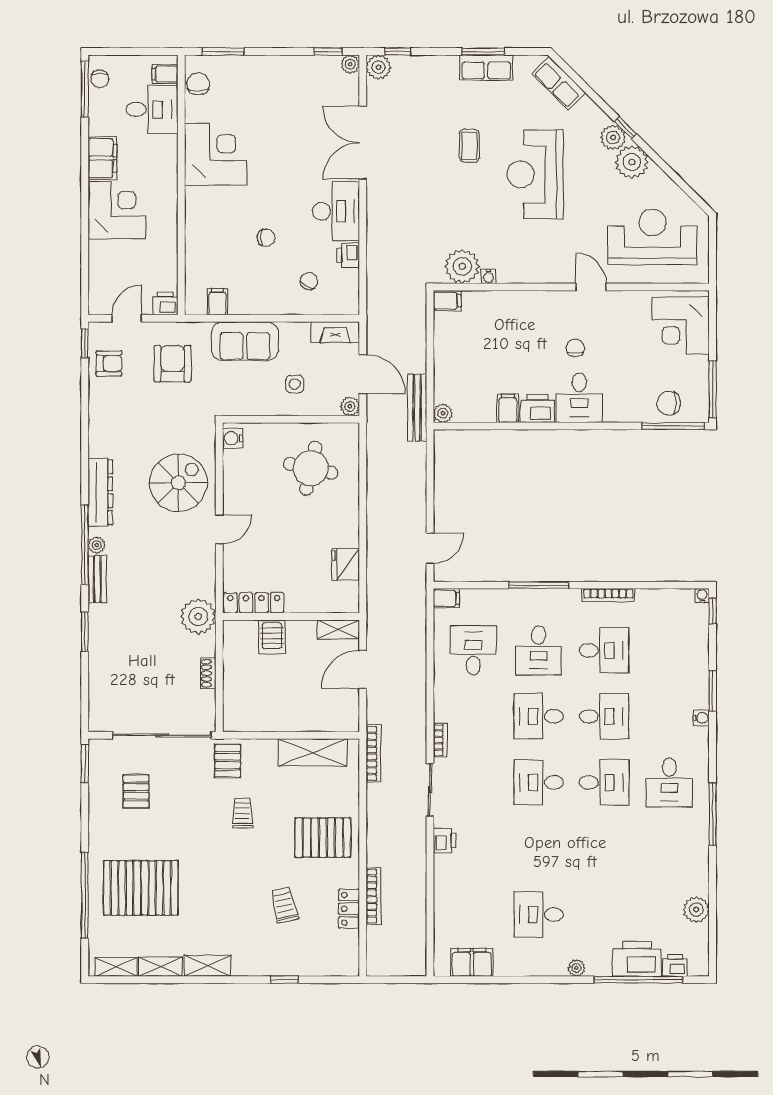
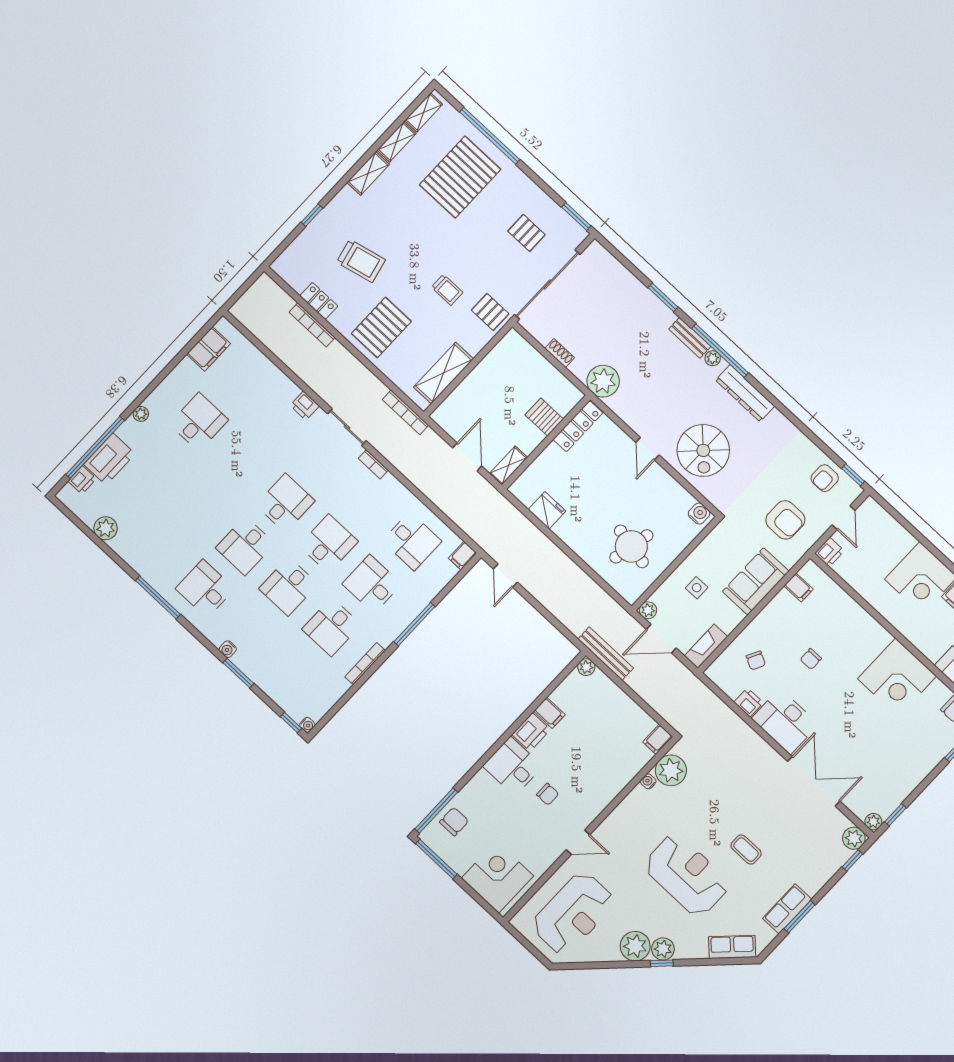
trolley: (284, 905) -> (361, 261), width x1.36, depth x1.39

